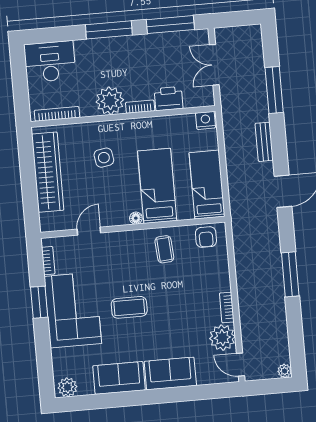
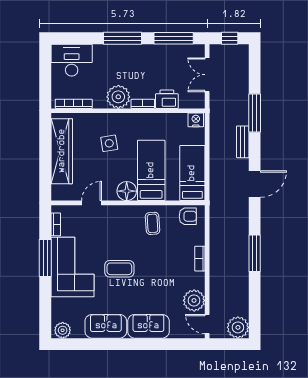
window: (238, 19) -> (230, 38), added
window: (274, 90) -> (255, 113), moved
floor lamp: (136, 218) -> (127, 191), width x1.89, depth x1.89
armchair: (206, 237) -> (188, 216), turned -90
window: (39, 302) -> (45, 258), width x1.44
bookcase: (227, 307) -> (200, 259), moved
plant: (285, 371) -> (238, 327), width x1.88, depth x1.88

